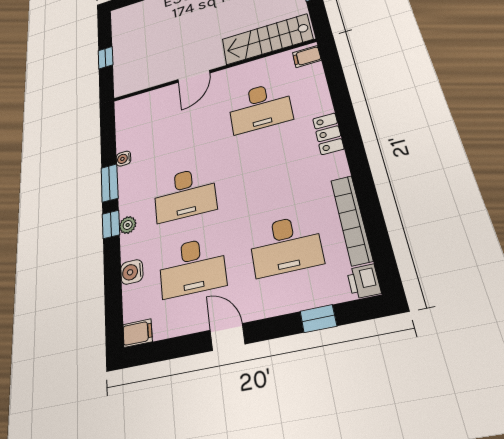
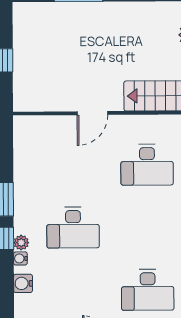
water cooler: (124, 159) -> (20, 258), moved
desk: (192, 267) -> (73, 290), removed

